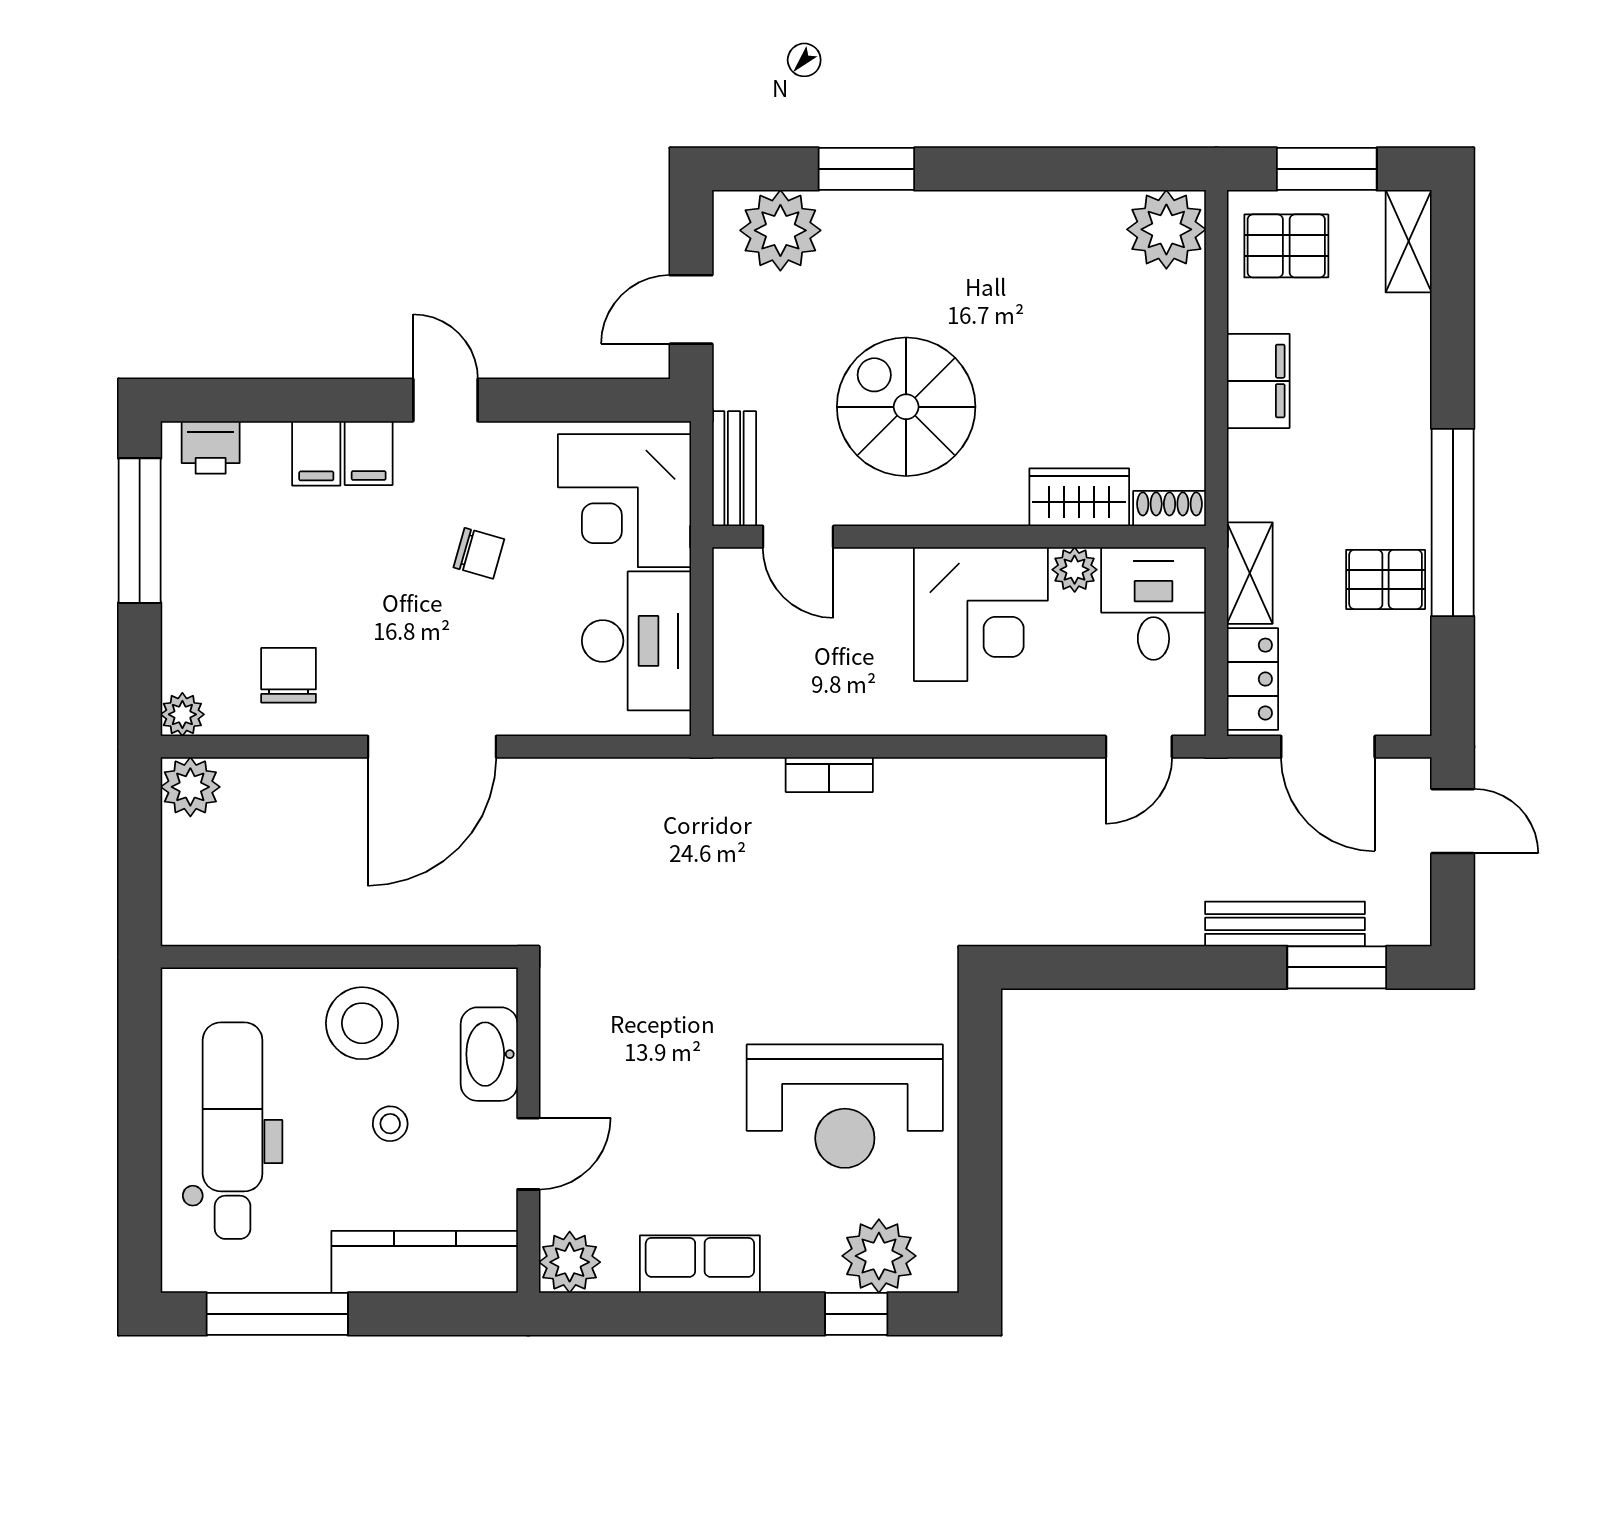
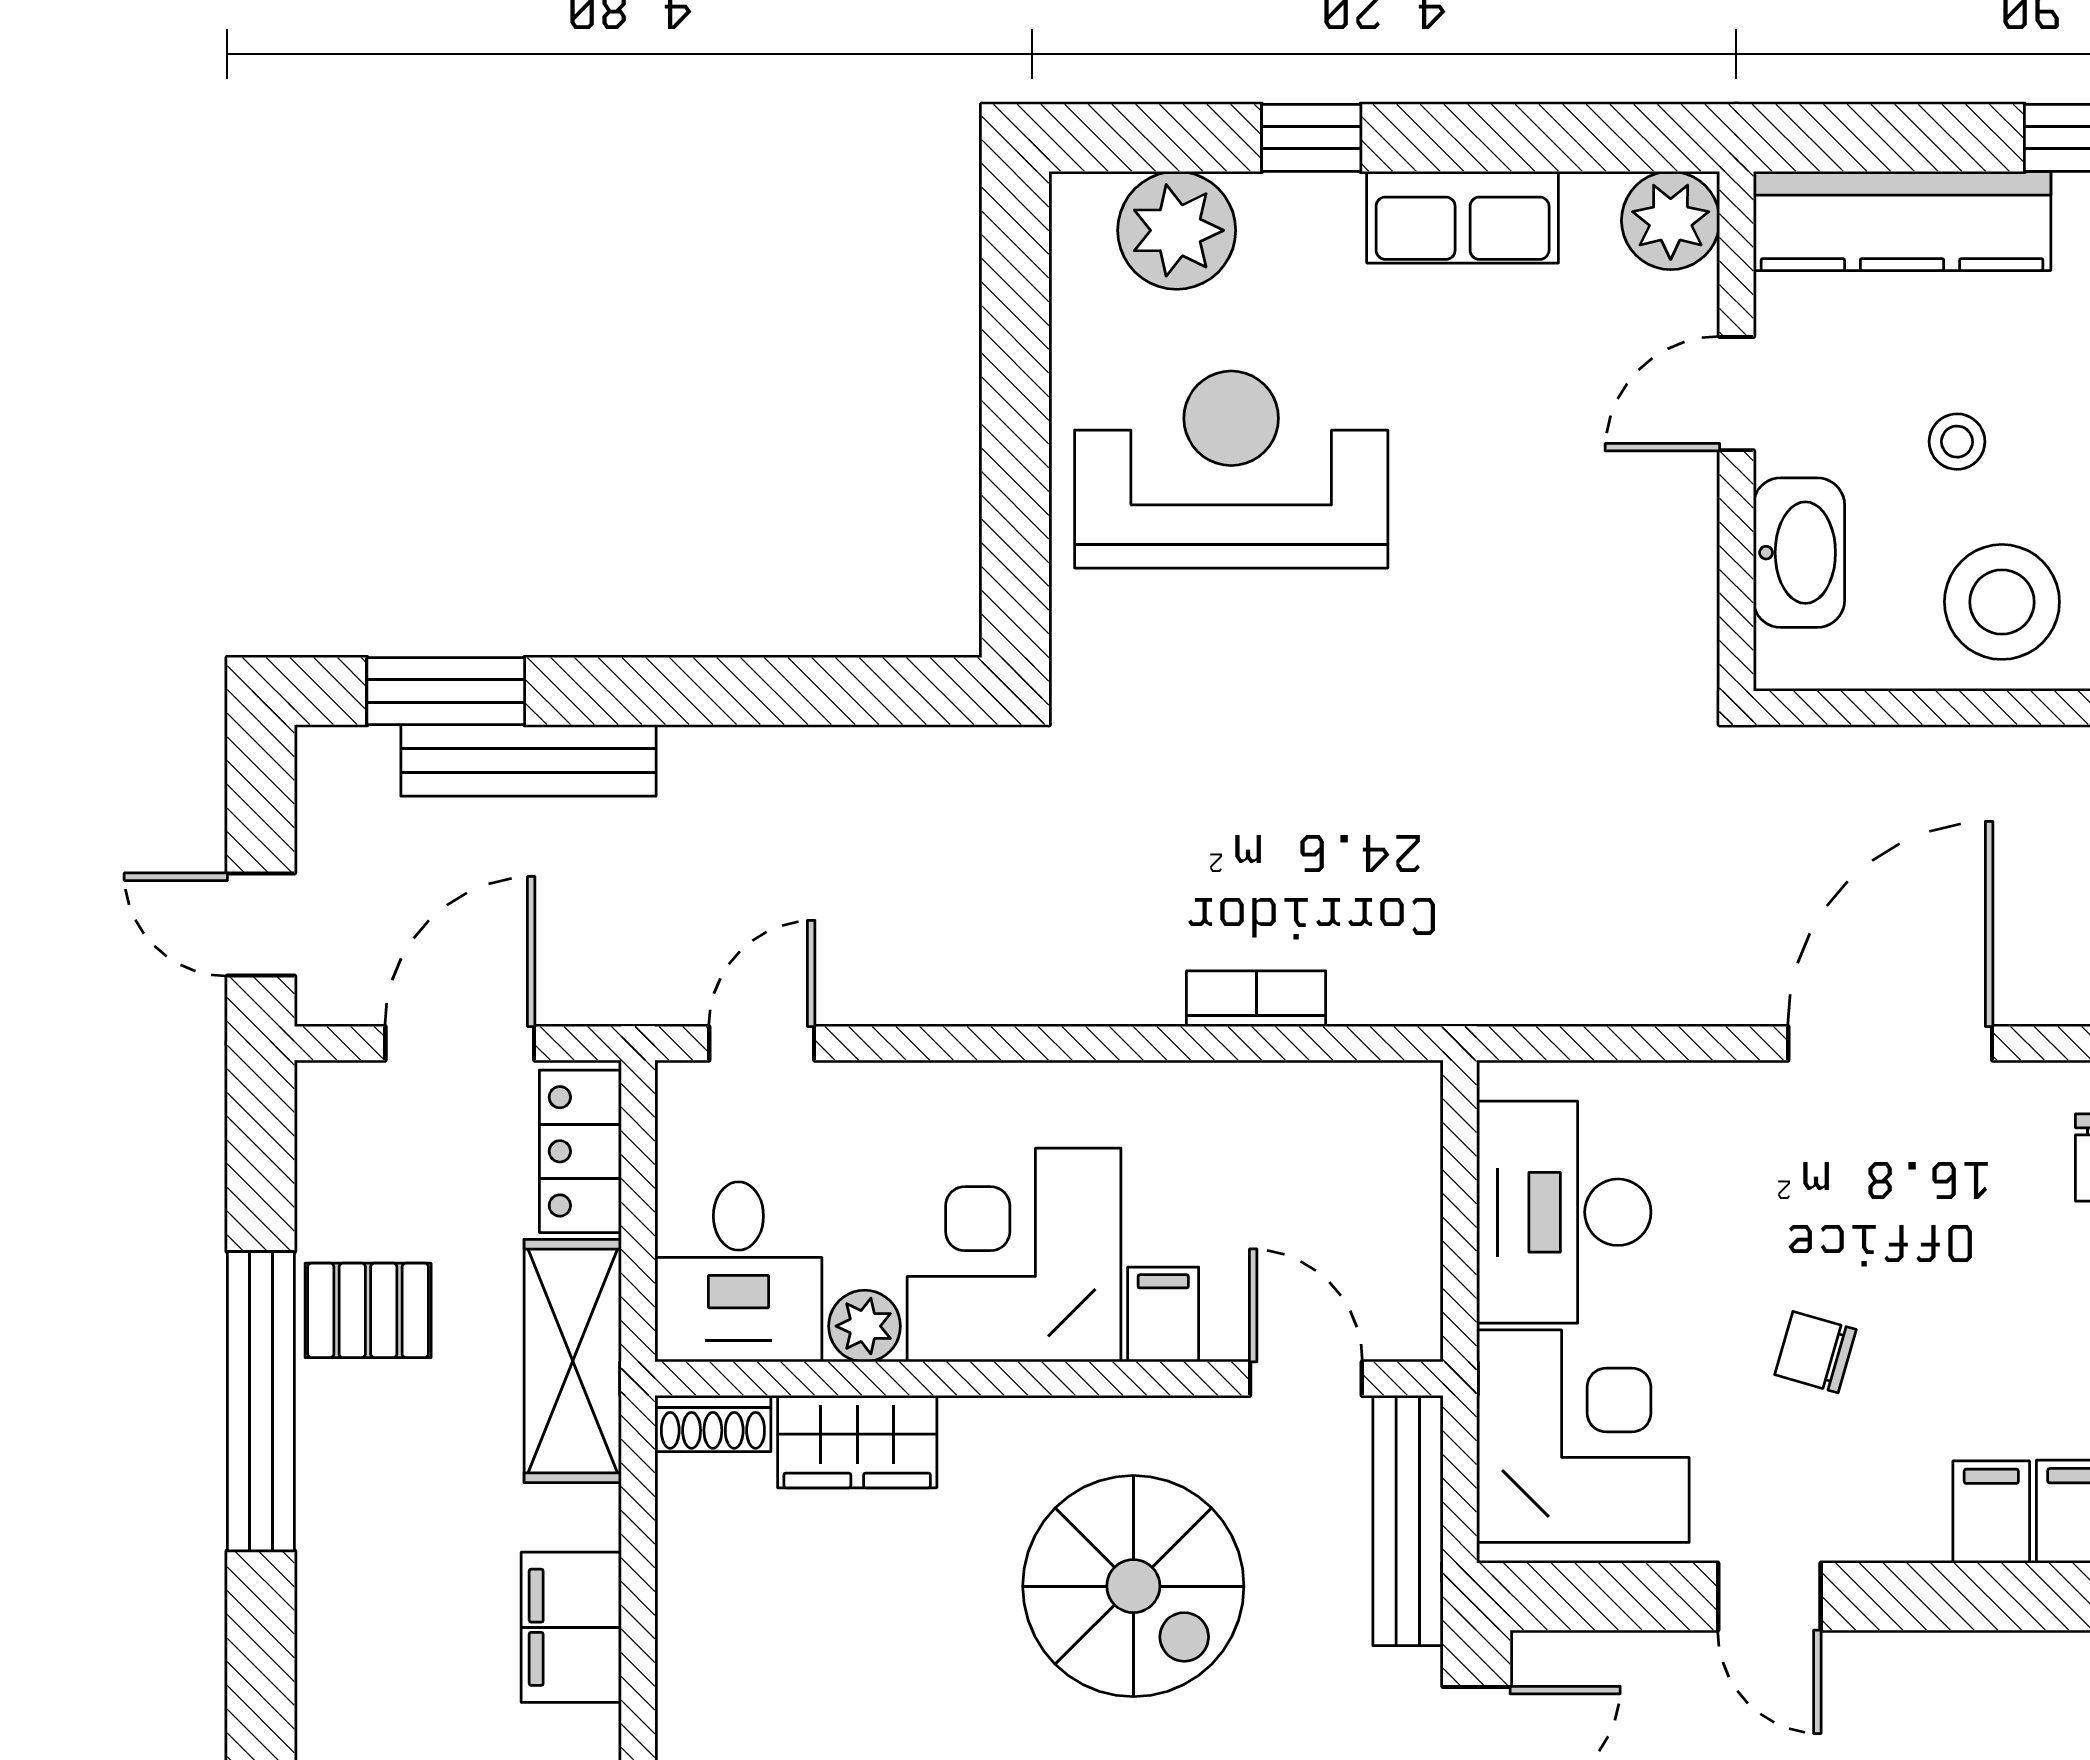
door: (445, 400) -> (1769, 1597), moved
bench: (734, 469) -> (1408, 1521), width x1.36
shelving: (1250, 573) -> (573, 1361), width x1.50, depth x1.33
filing cabinet: (887, 577) -> (1163, 1315), added
door: (1328, 747) -> (460, 1043), hinge flipped
window: (856, 1314) -> (1311, 138), moved

